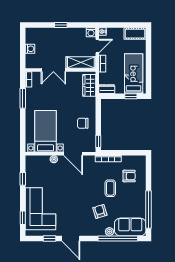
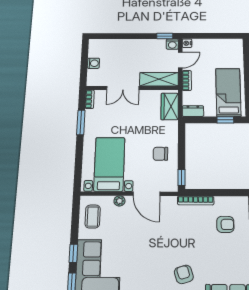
window: (61, 25) -> (165, 36), moved
cot: (135, 34) -> (229, 45), removed
window: (23, 179) -> (73, 253), moved
coffee table: (110, 188) -> (93, 216), moved

